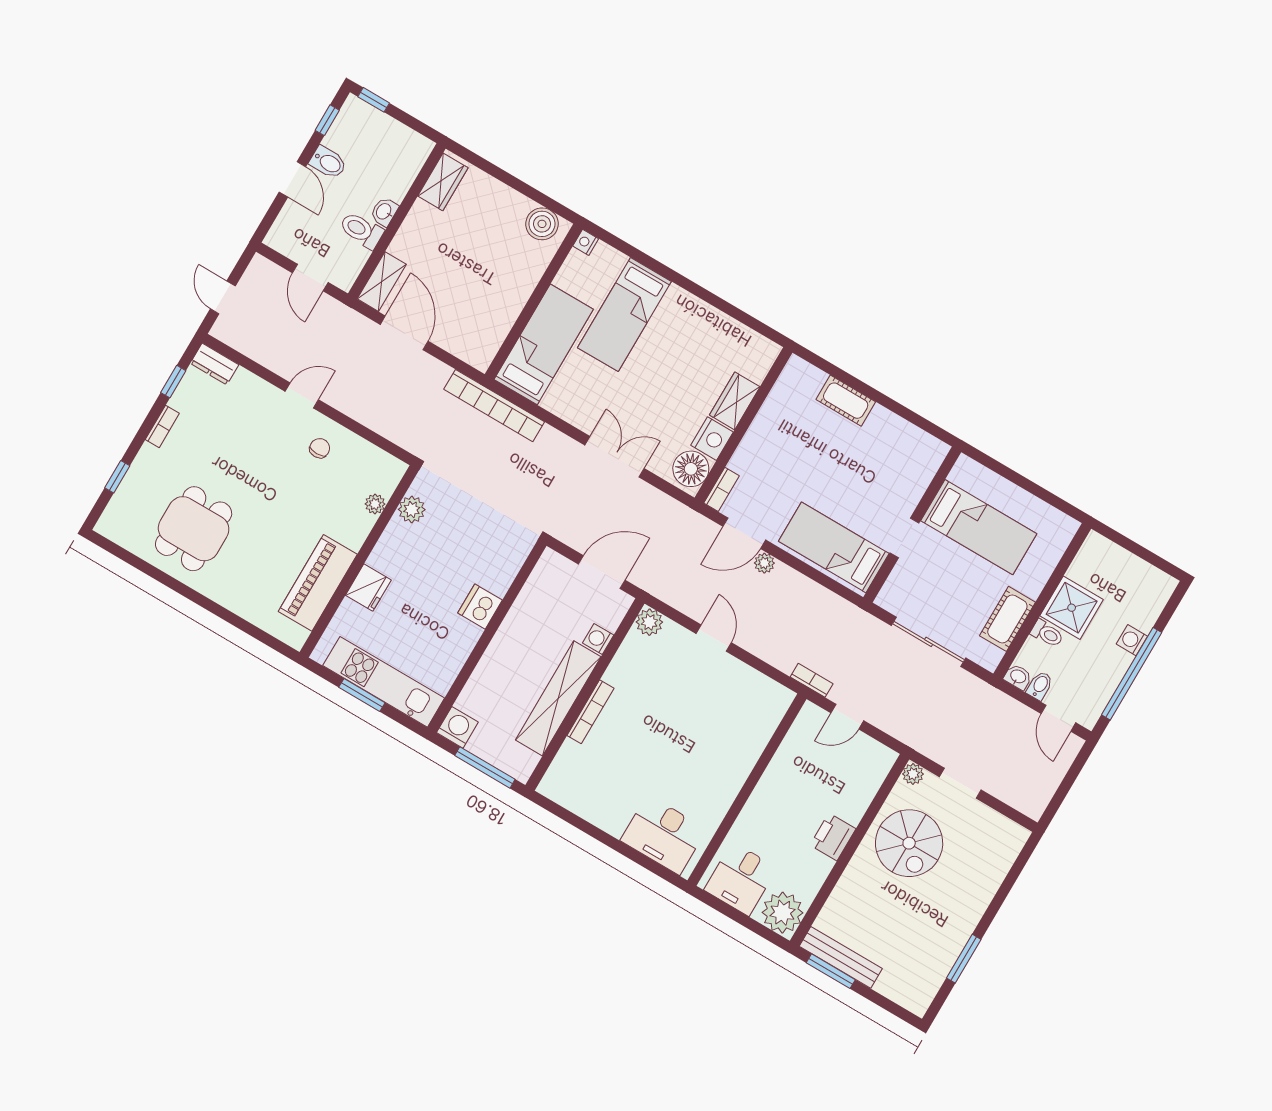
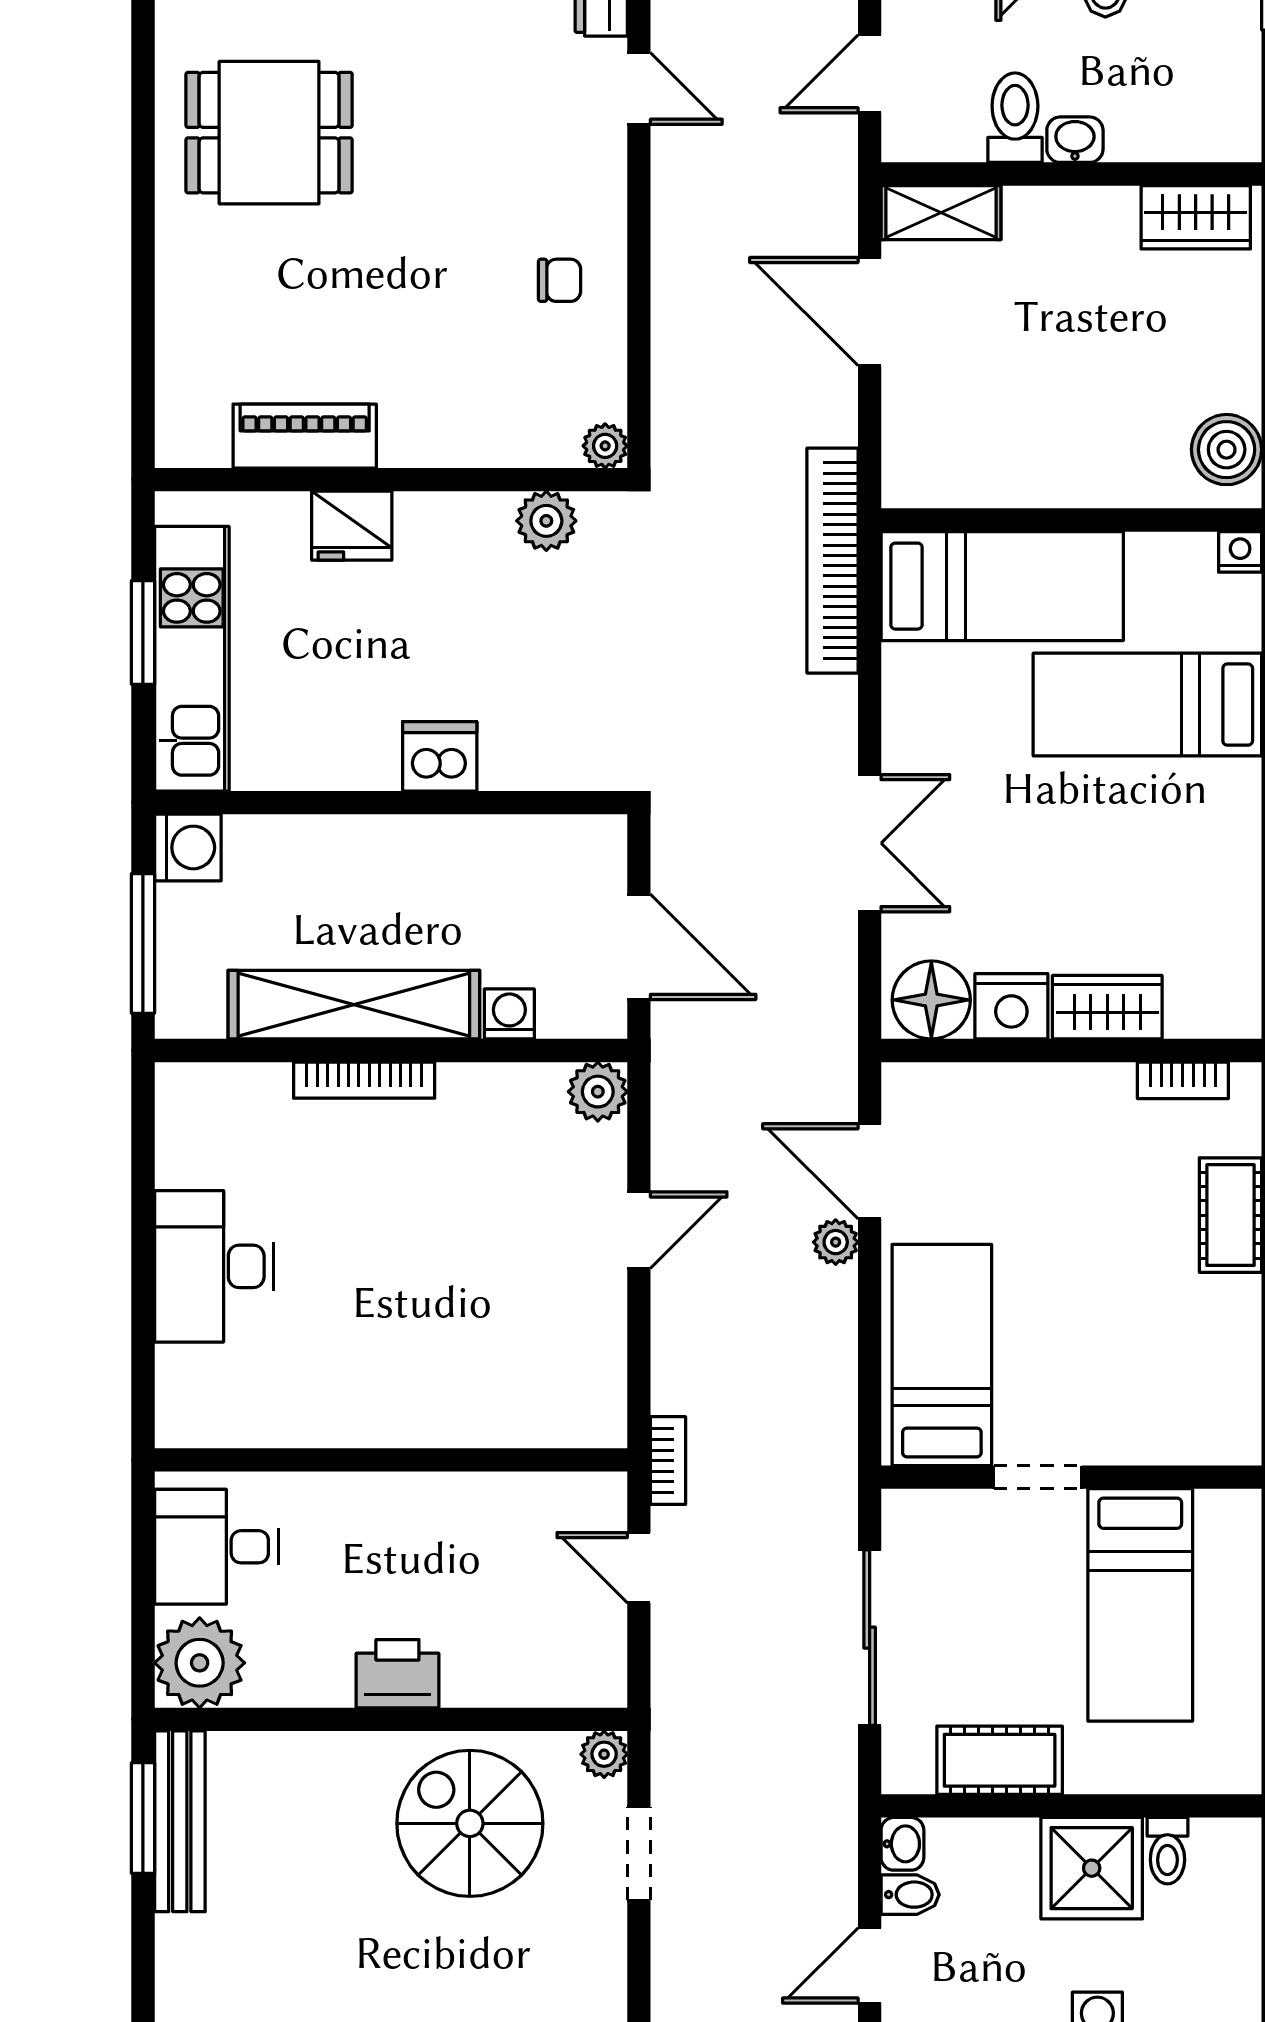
door: (404, 333) -> (870, 312), swing flipped
door: (302, 395) -> (639, 88), moved
bookcase: (722, 489) -> (1183, 1080), moved
plant: (375, 504) -> (605, 446), moved
piano: (318, 583) -> (305, 436), width x0.73, depth x0.75
toilet: (1047, 634) -> (1167, 1851), moved
desk: (664, 835) -> (214, 1266), moved
spiral stairs: (909, 843) -> (470, 1823), turned 90

